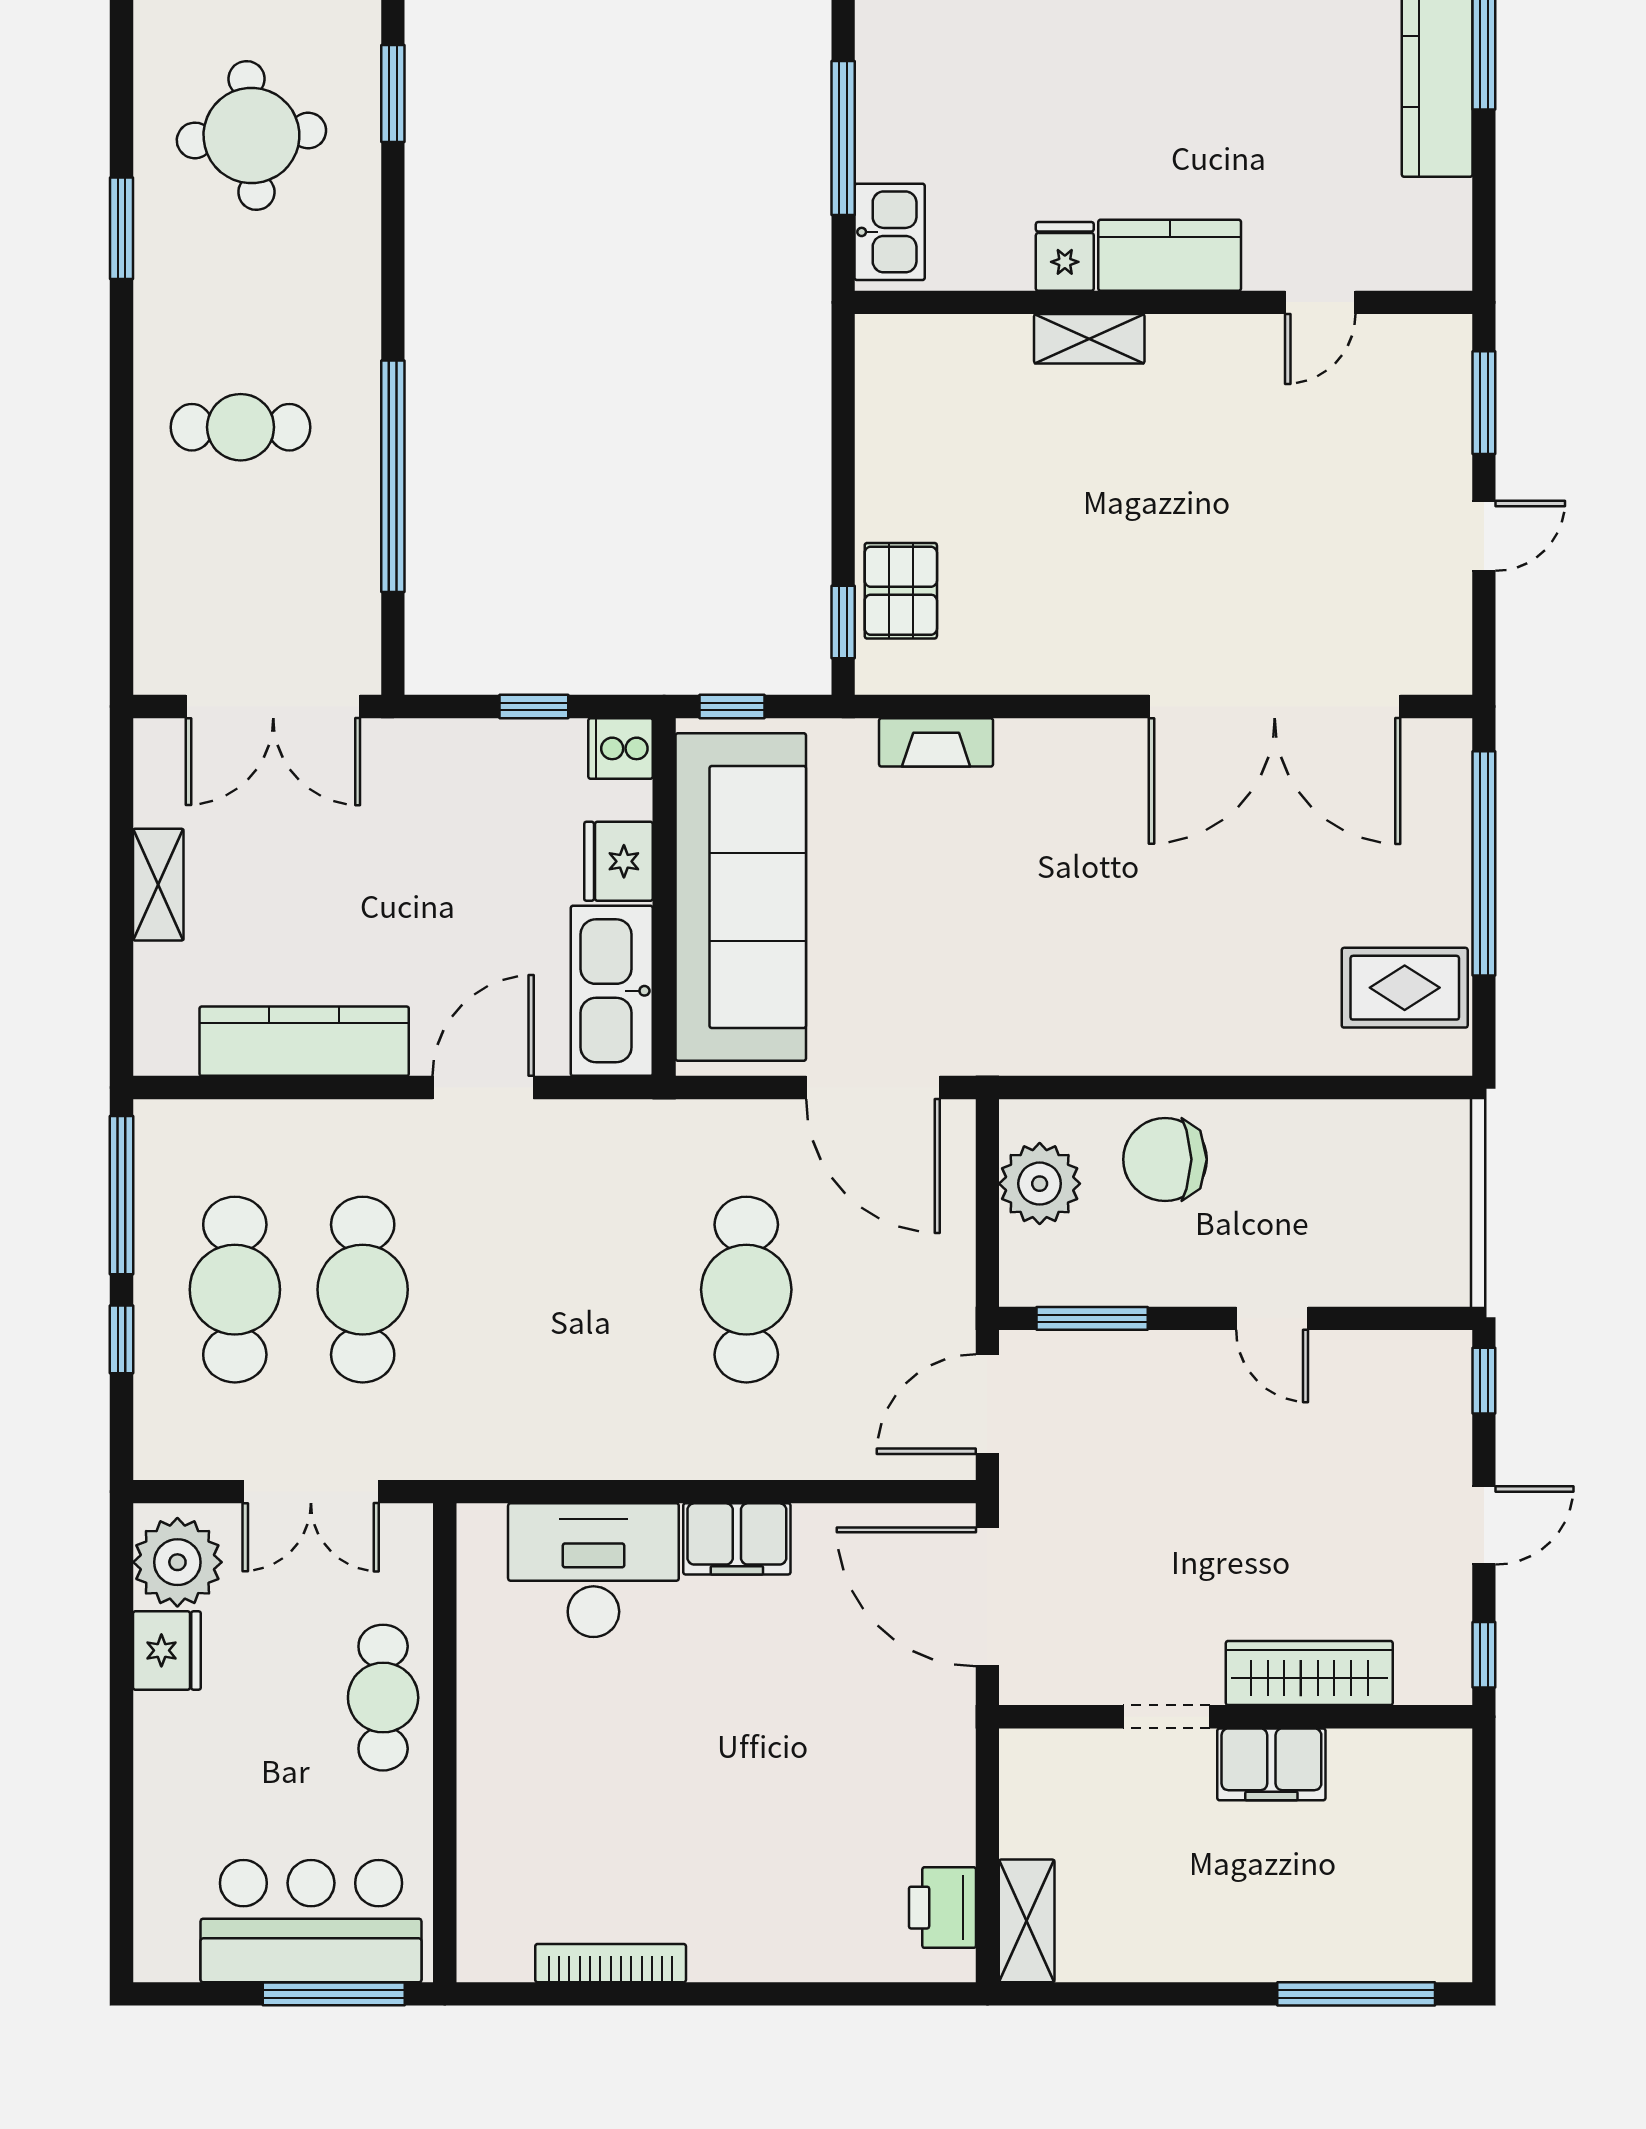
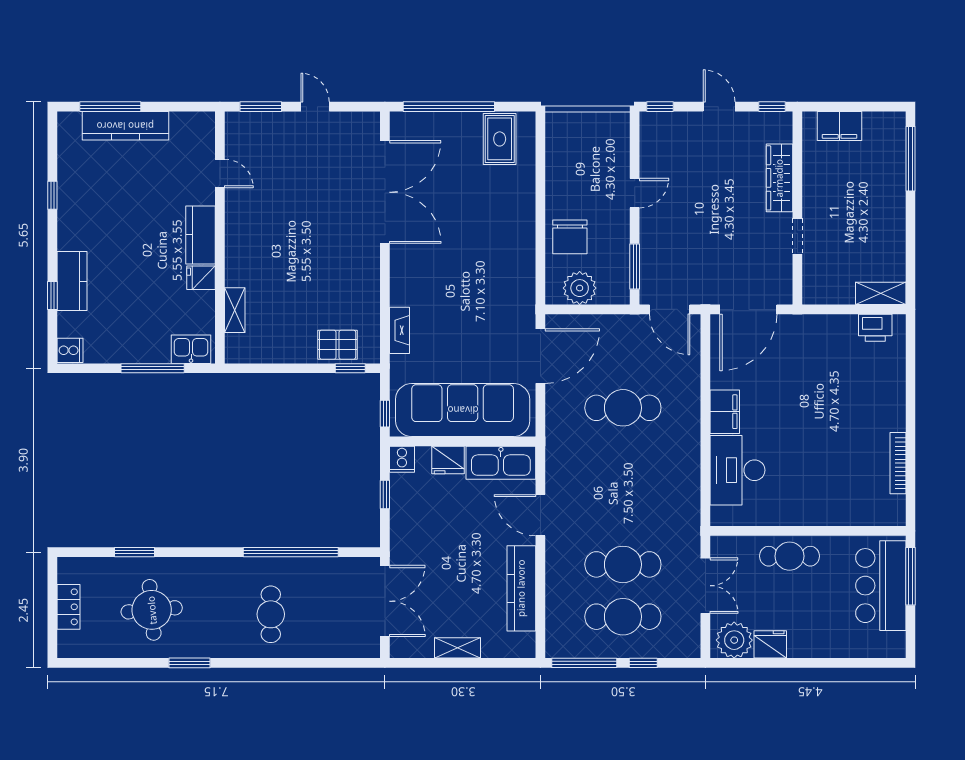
shelving: (1089, 339) -> (235, 310), moved
filing cabinet: (1271, 1764) -> (840, 126), moved, turned 90

